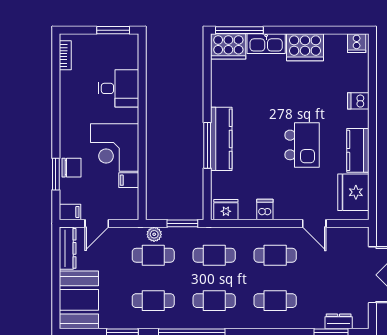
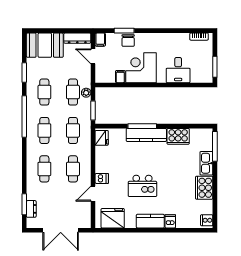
cooker: (228, 46) -> (178, 136), moved, turned -90
kitchen counter: (358, 150) -> (150, 221), moved
dishwasher: (265, 210) -> (102, 178), moved

